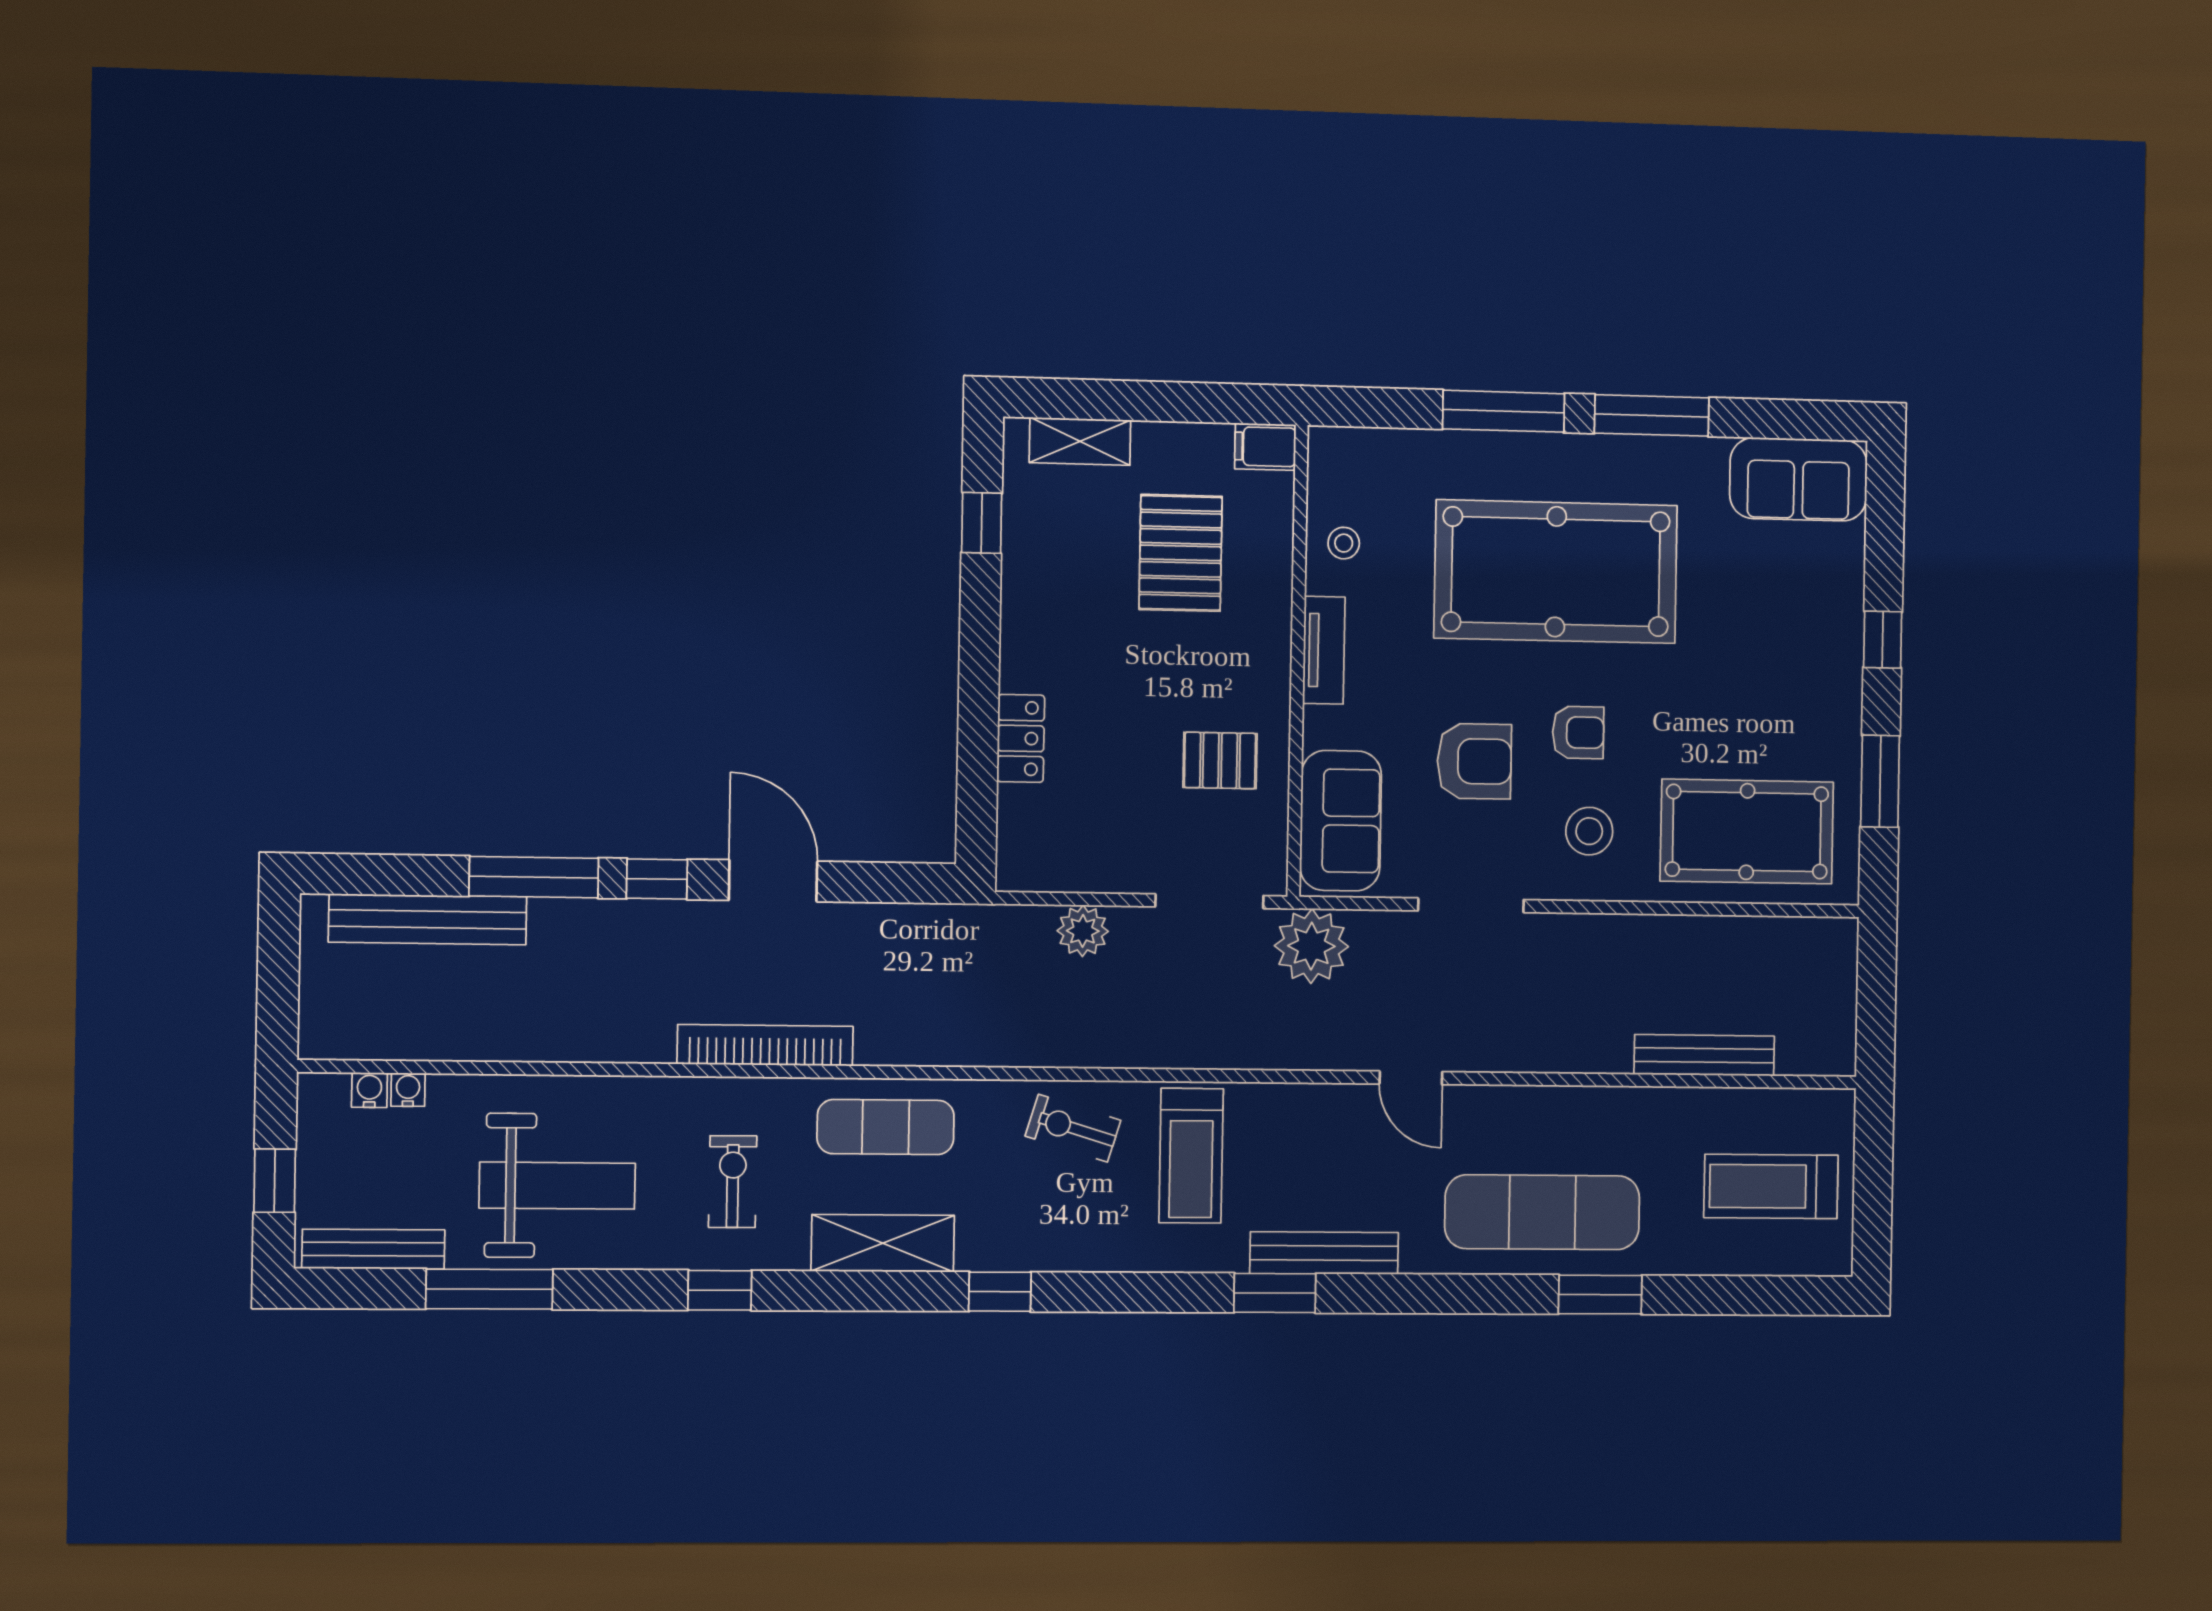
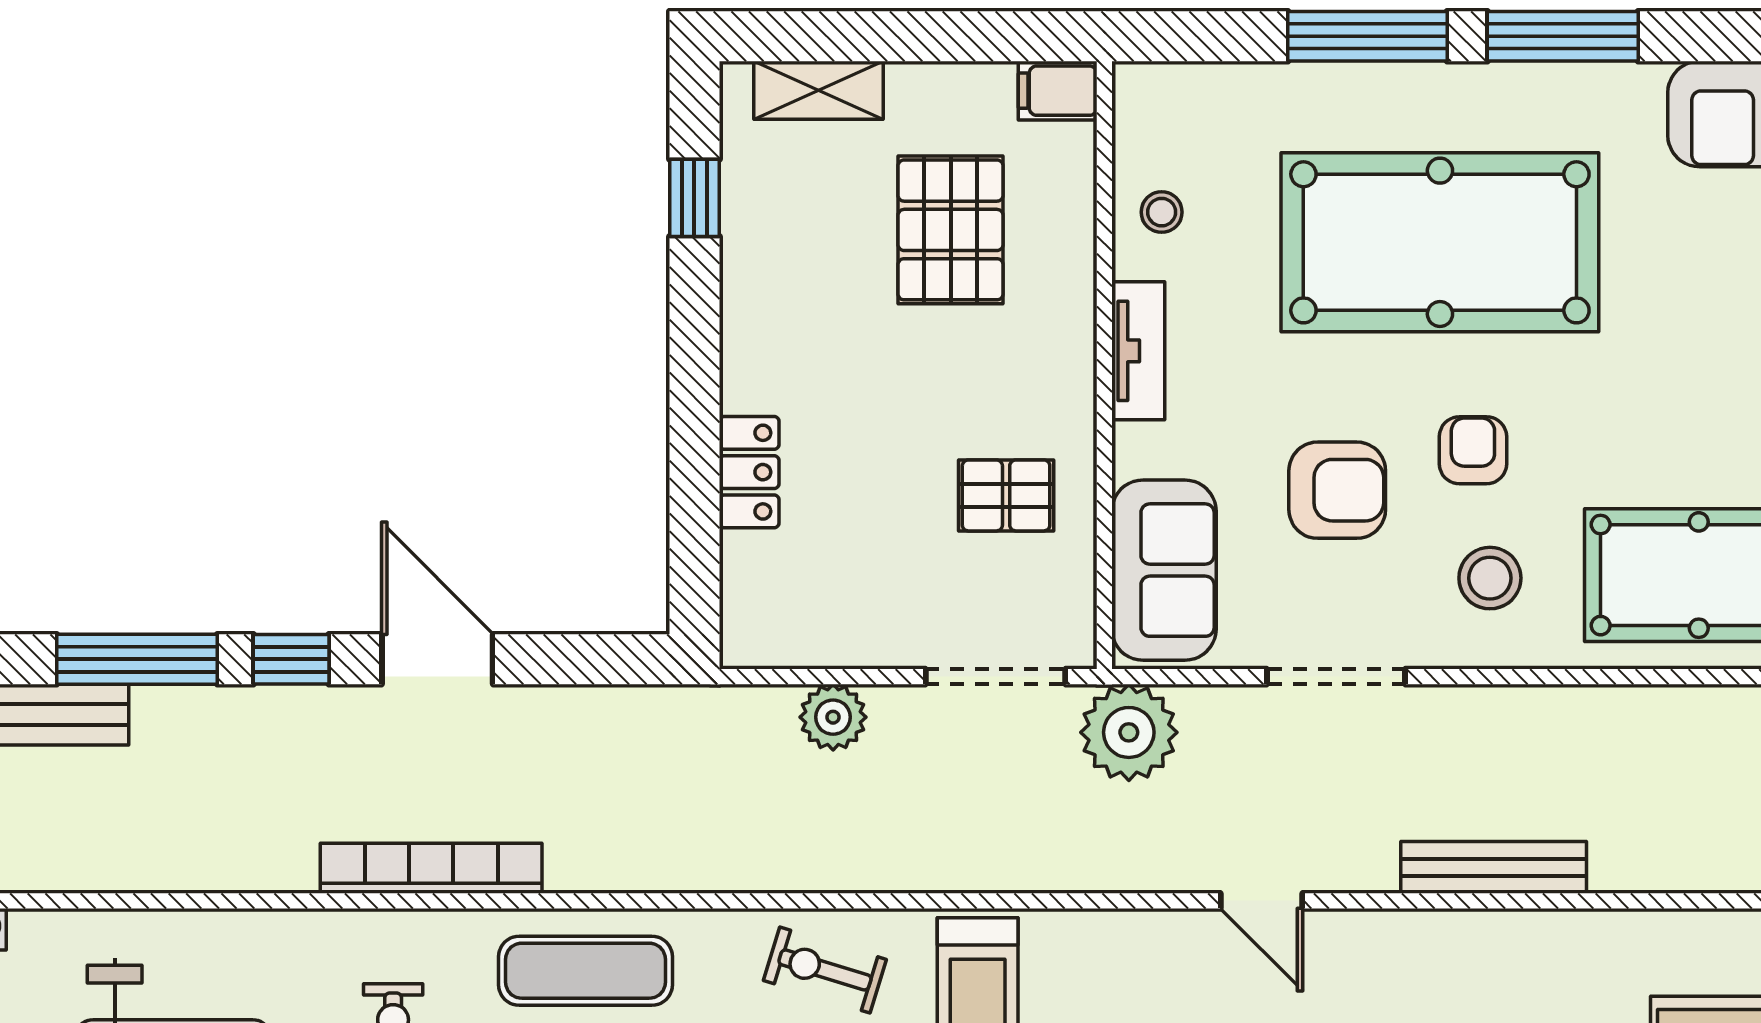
armchair: (1578, 732) -> (1473, 450), turned -90
bench: (1704, 1055) -> (1494, 867), moved

